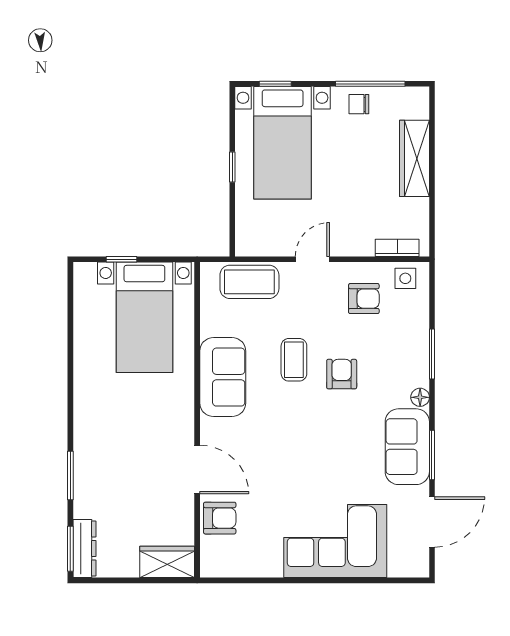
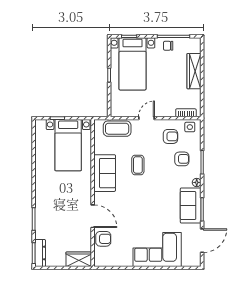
armchair: (342, 374) -> (182, 159), moved, turned 90

